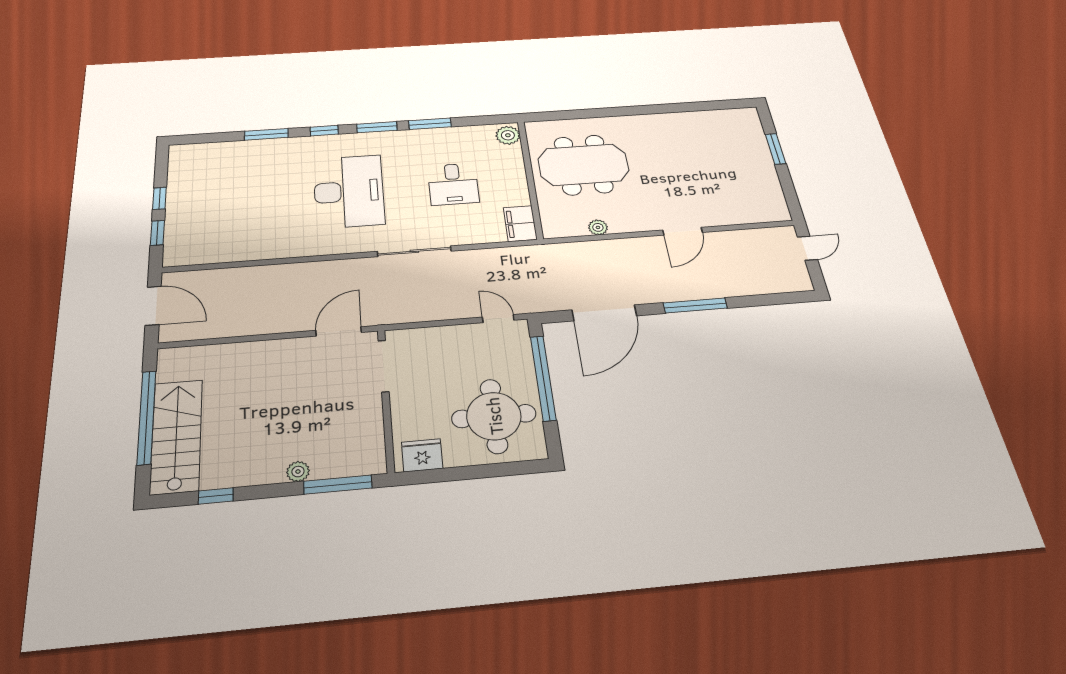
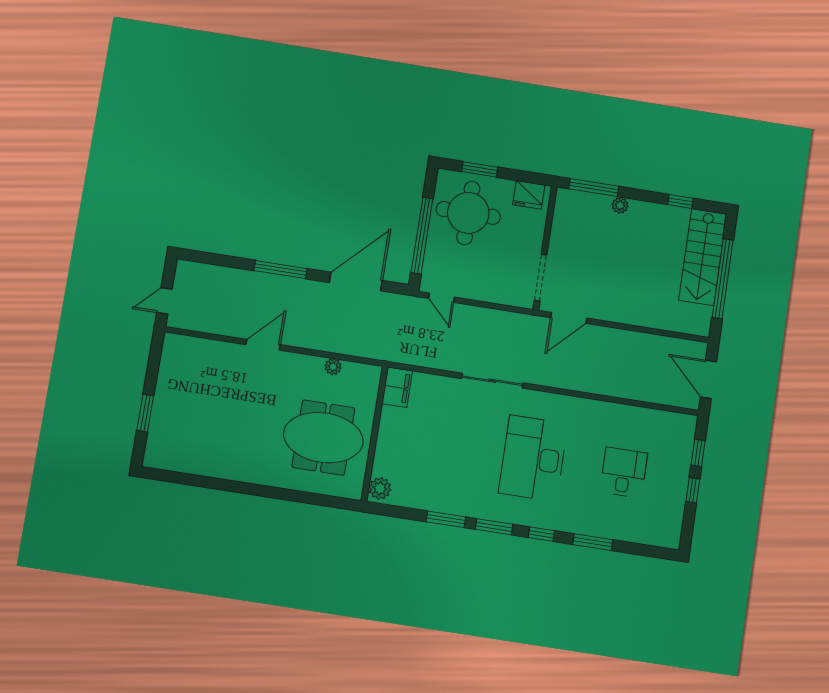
desk: (453, 184) -> (624, 472), moved
window: (495, 470) -> (480, 169), added

